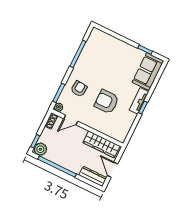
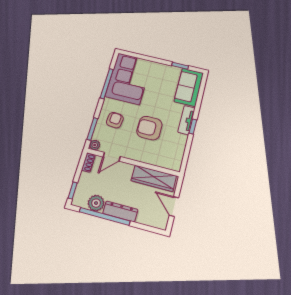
corner sofa: (98, 53) -> (129, 79), added
plant: (40, 149) -> (96, 203), moved
dresser: (93, 176) -> (120, 211), moved

